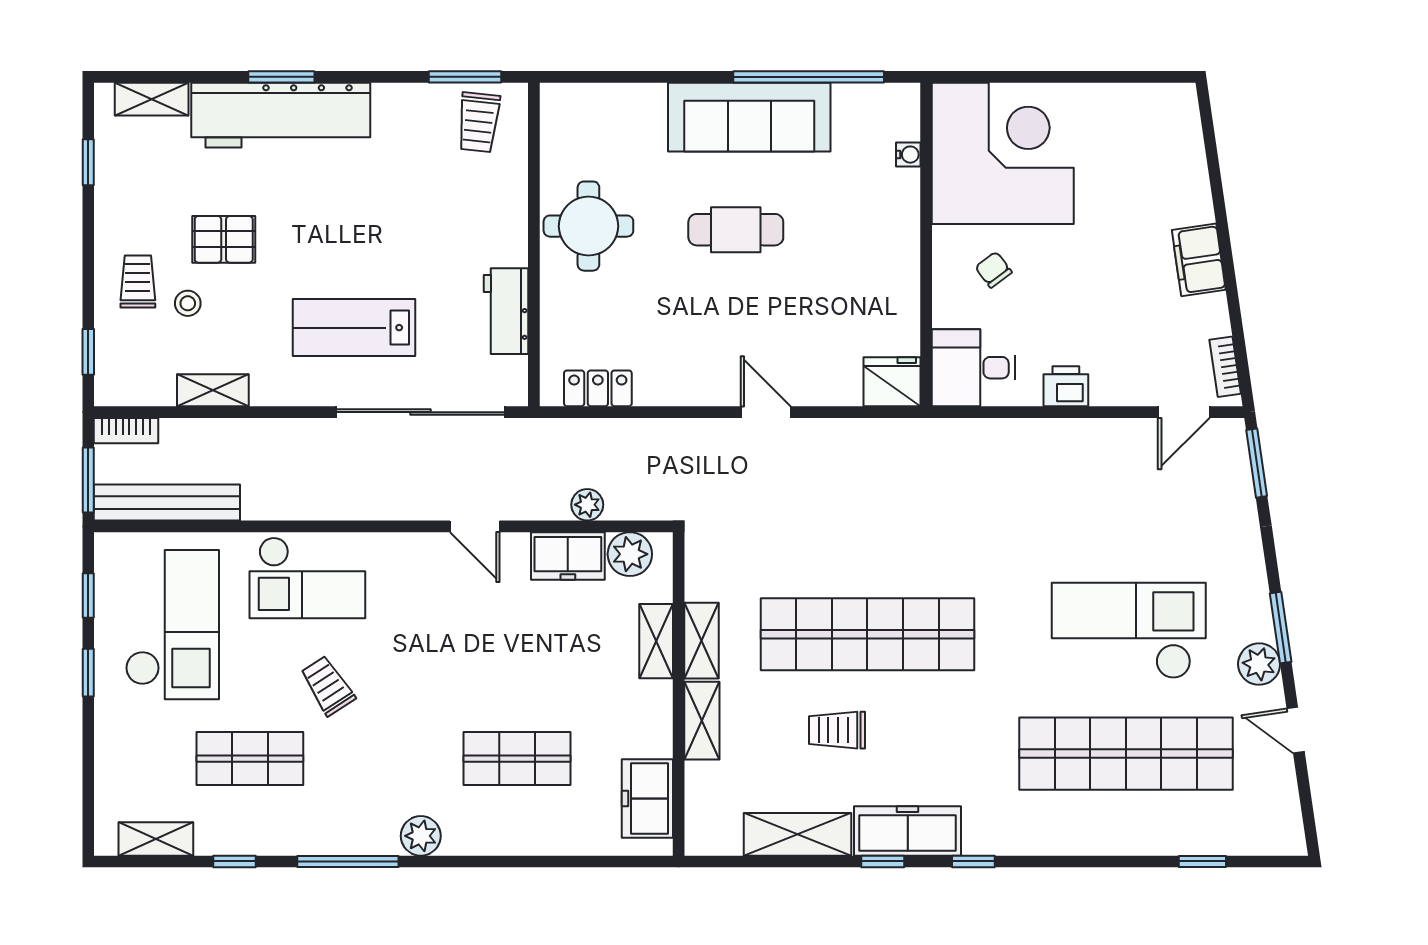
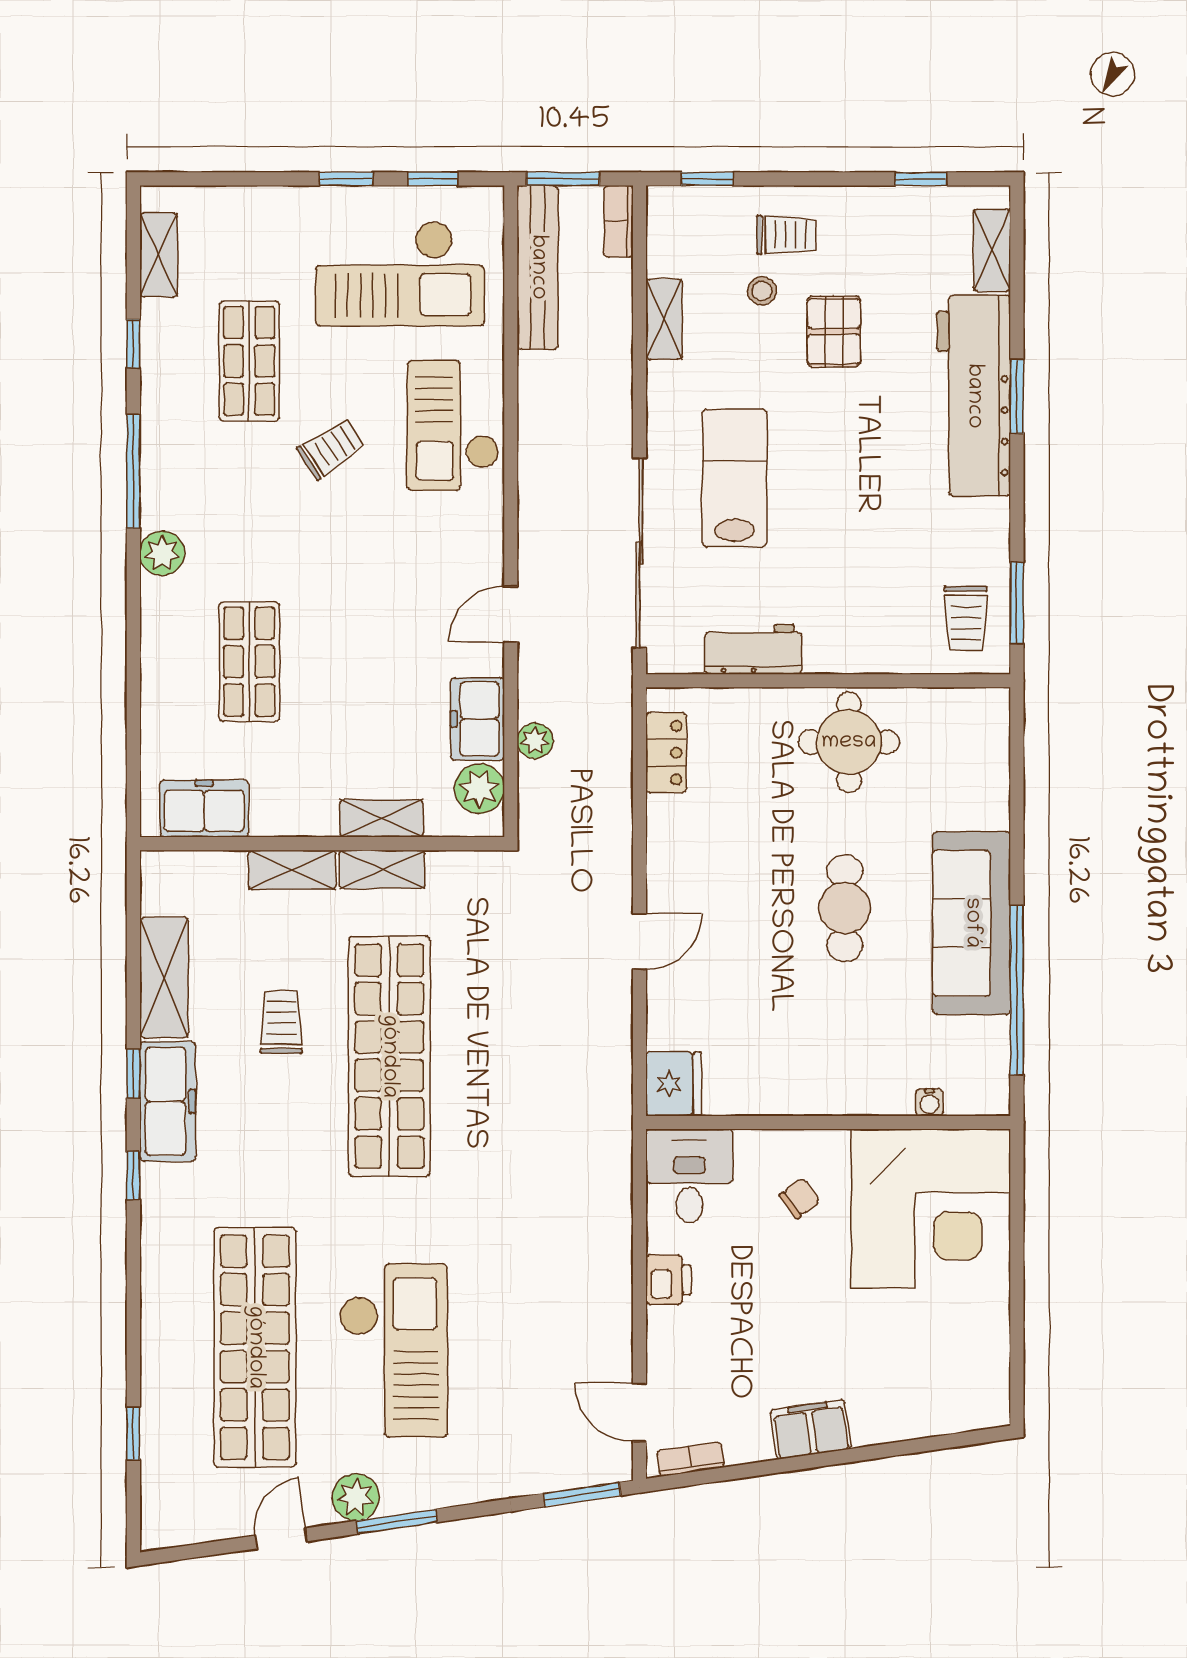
trolley: (479, 122) -> (966, 618), turned -96

